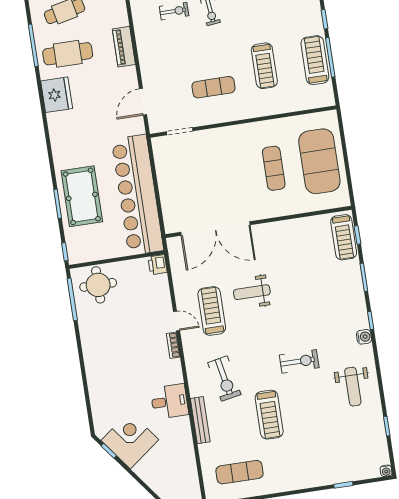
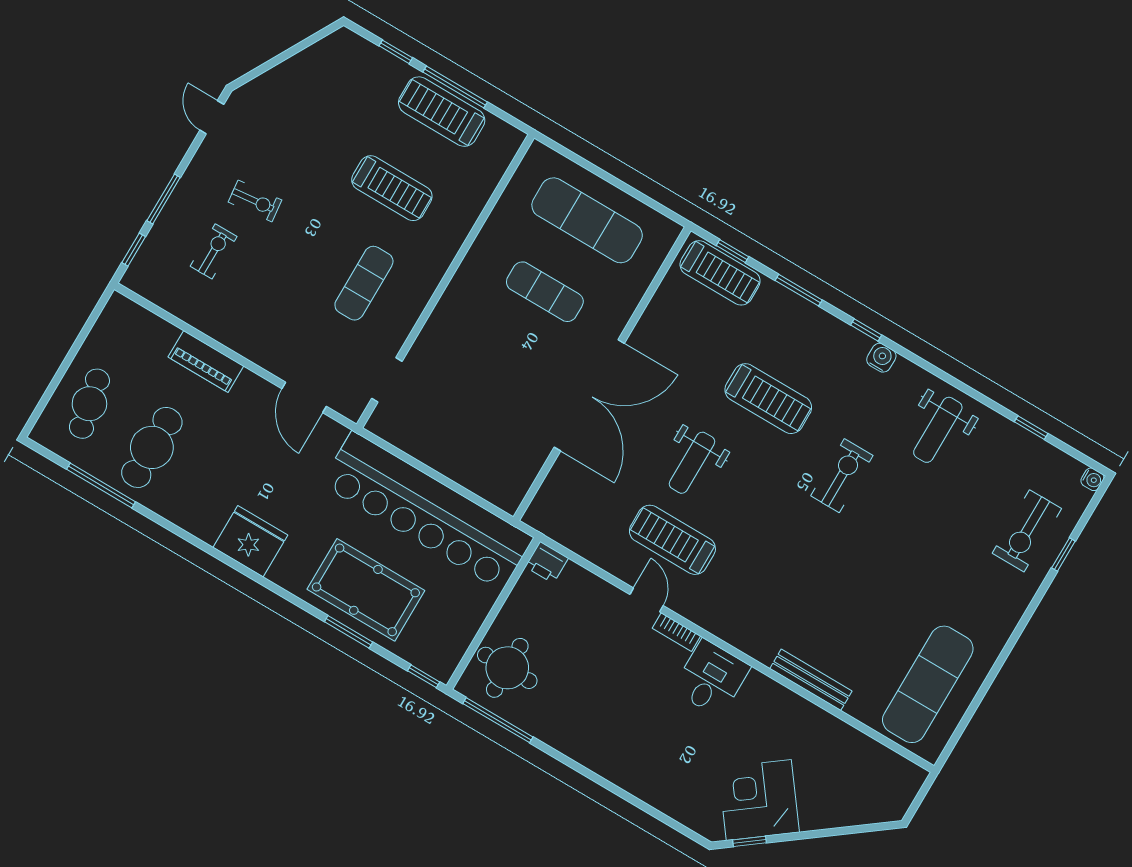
fridge: (57, 95) -> (250, 541), moved
exercise mat: (319, 161) -> (587, 220), width x0.68
double door: (215, 229) -> (589, 395), moved
door: (177, 321) -> (647, 600), hinge flipped
exercise bike: (224, 379) -> (1027, 531), moved, turned 101
weight bench: (353, 387) -> (938, 430), turned 90
desk: (169, 401) -> (711, 678), moved
treadmill: (269, 415) -> (768, 399), moved
exercise mat: (239, 472) -> (928, 684), width x1.36, depth x1.45

